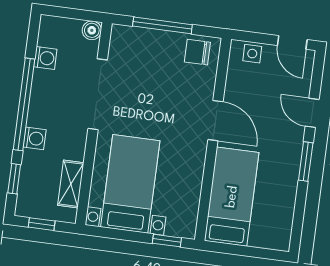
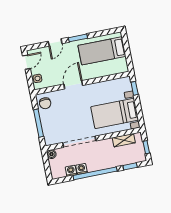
washing machine: (35, 138) -> (81, 169), moved
bed: (232, 197) -> (102, 51), moved

